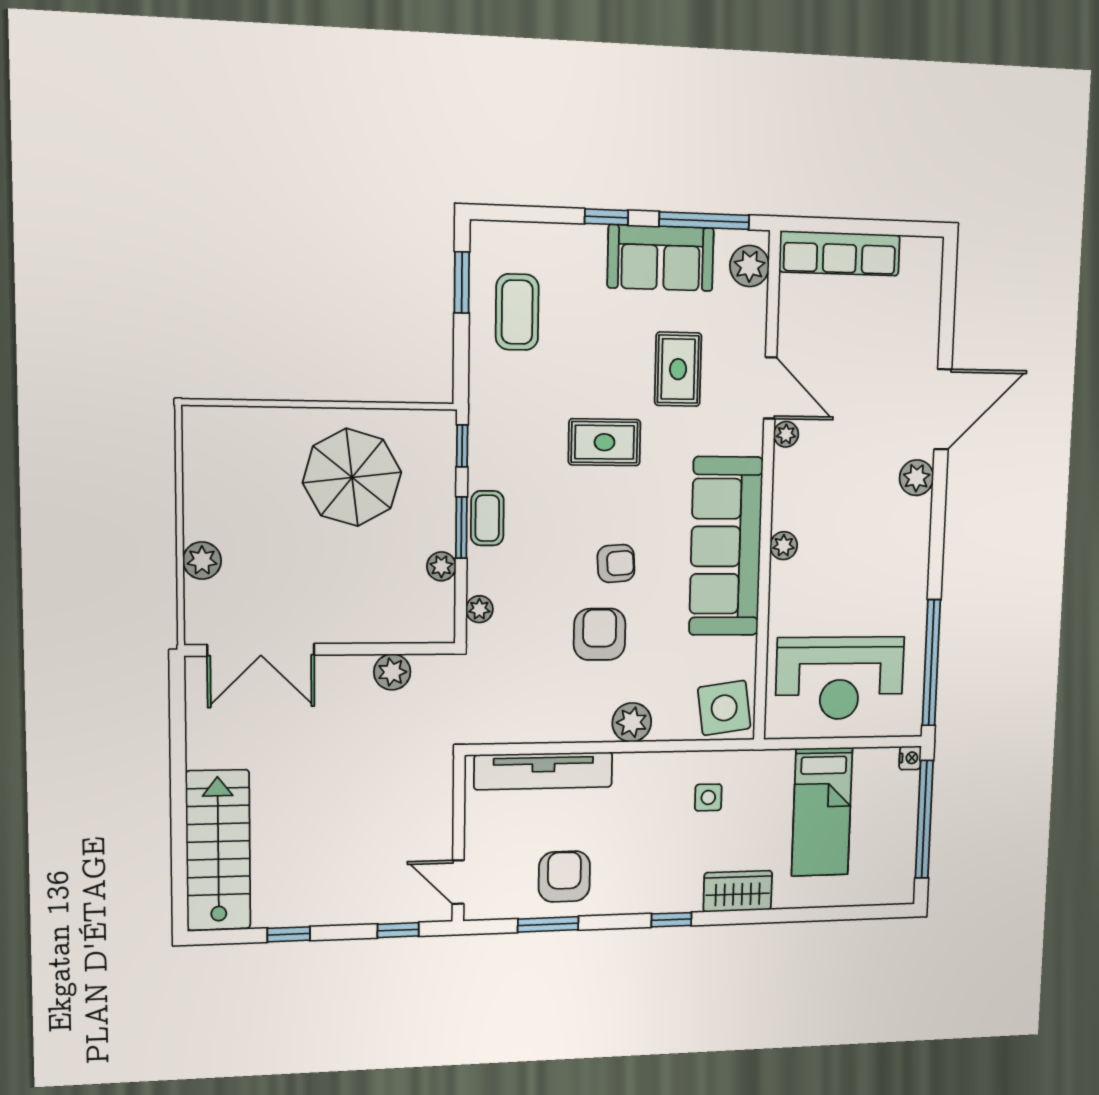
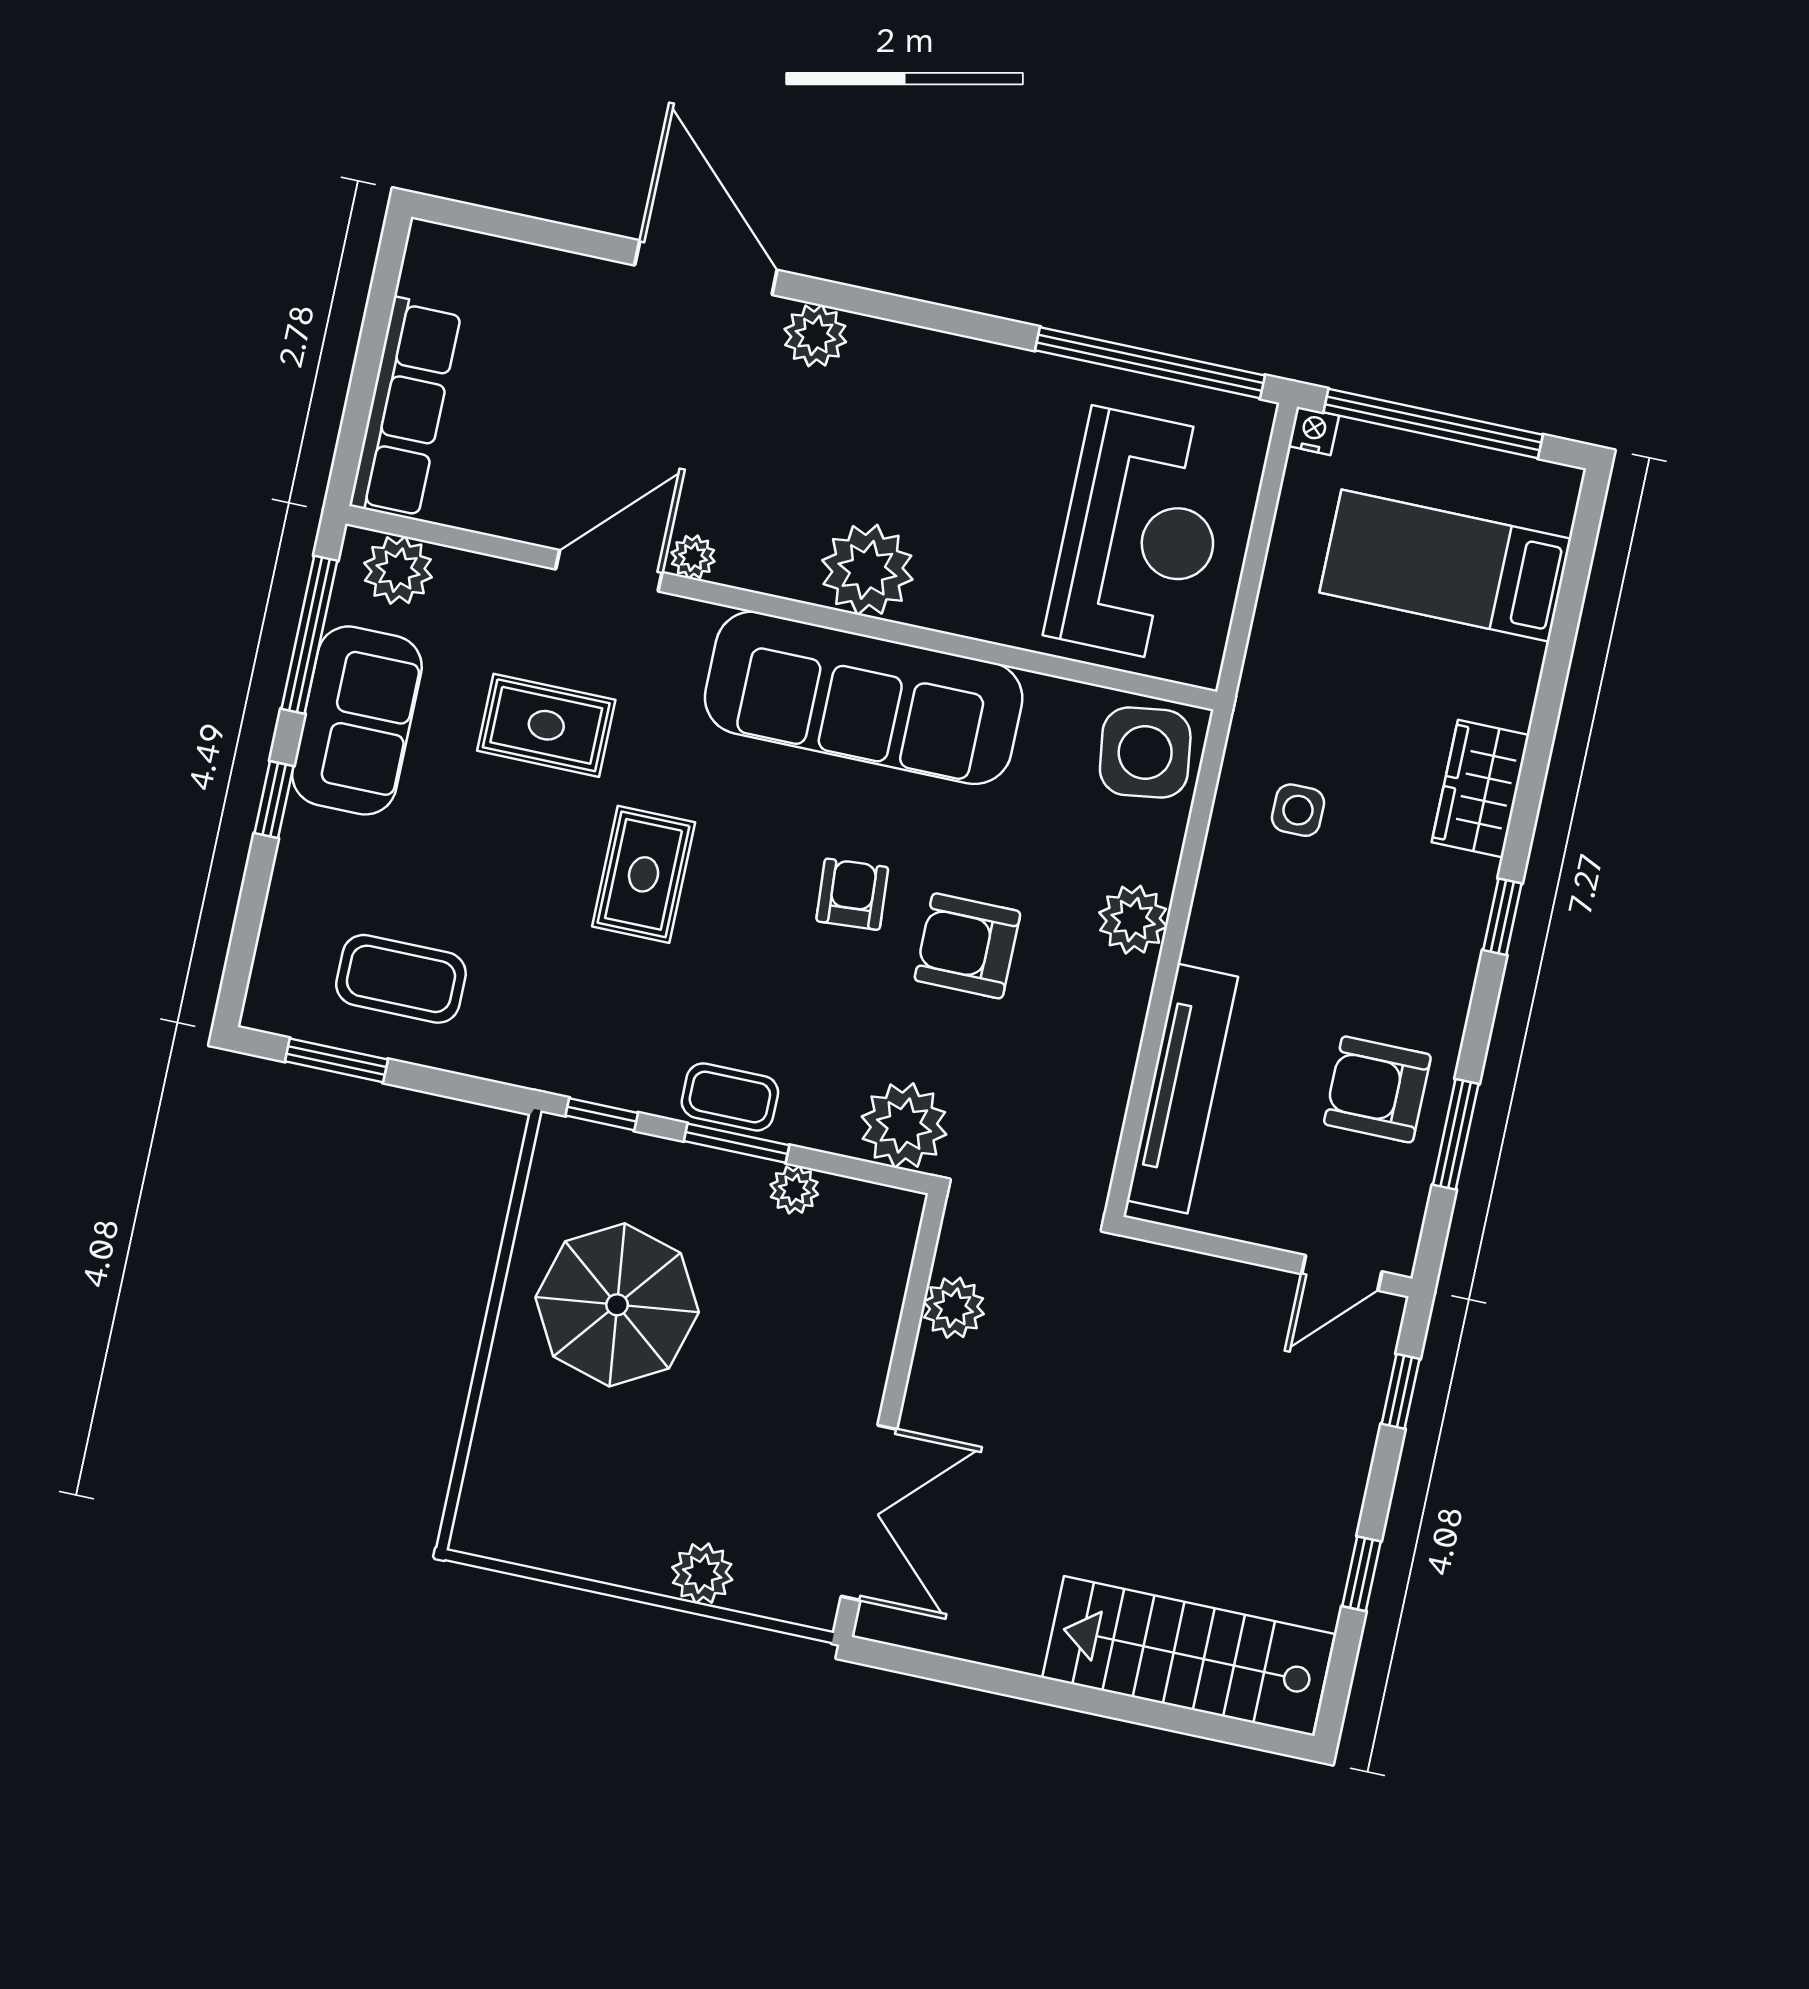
plant: (784, 546) -> (867, 570), width x1.88, depth x1.88
plant: (479, 609) -> (904, 1126), width x1.88, depth x1.88
bed: (822, 812) -> (1445, 566), moved, turned 180

